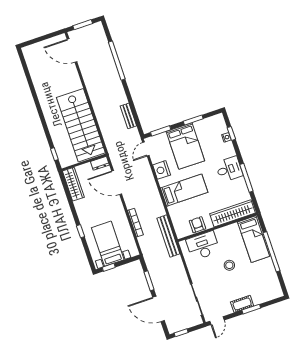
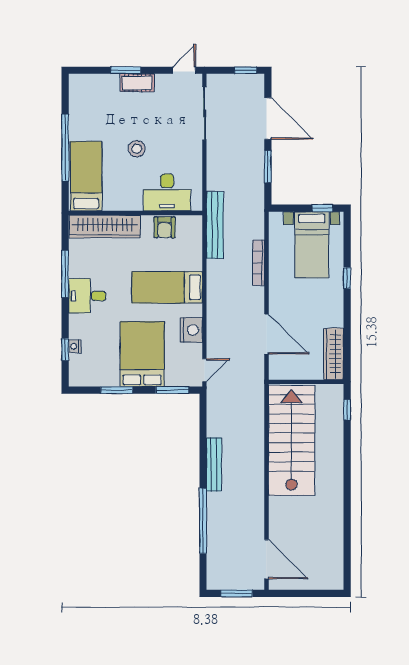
bench: (128, 116) -> (214, 464), moved, width x1.36
dresser: (100, 163) -> (282, 372), removed

